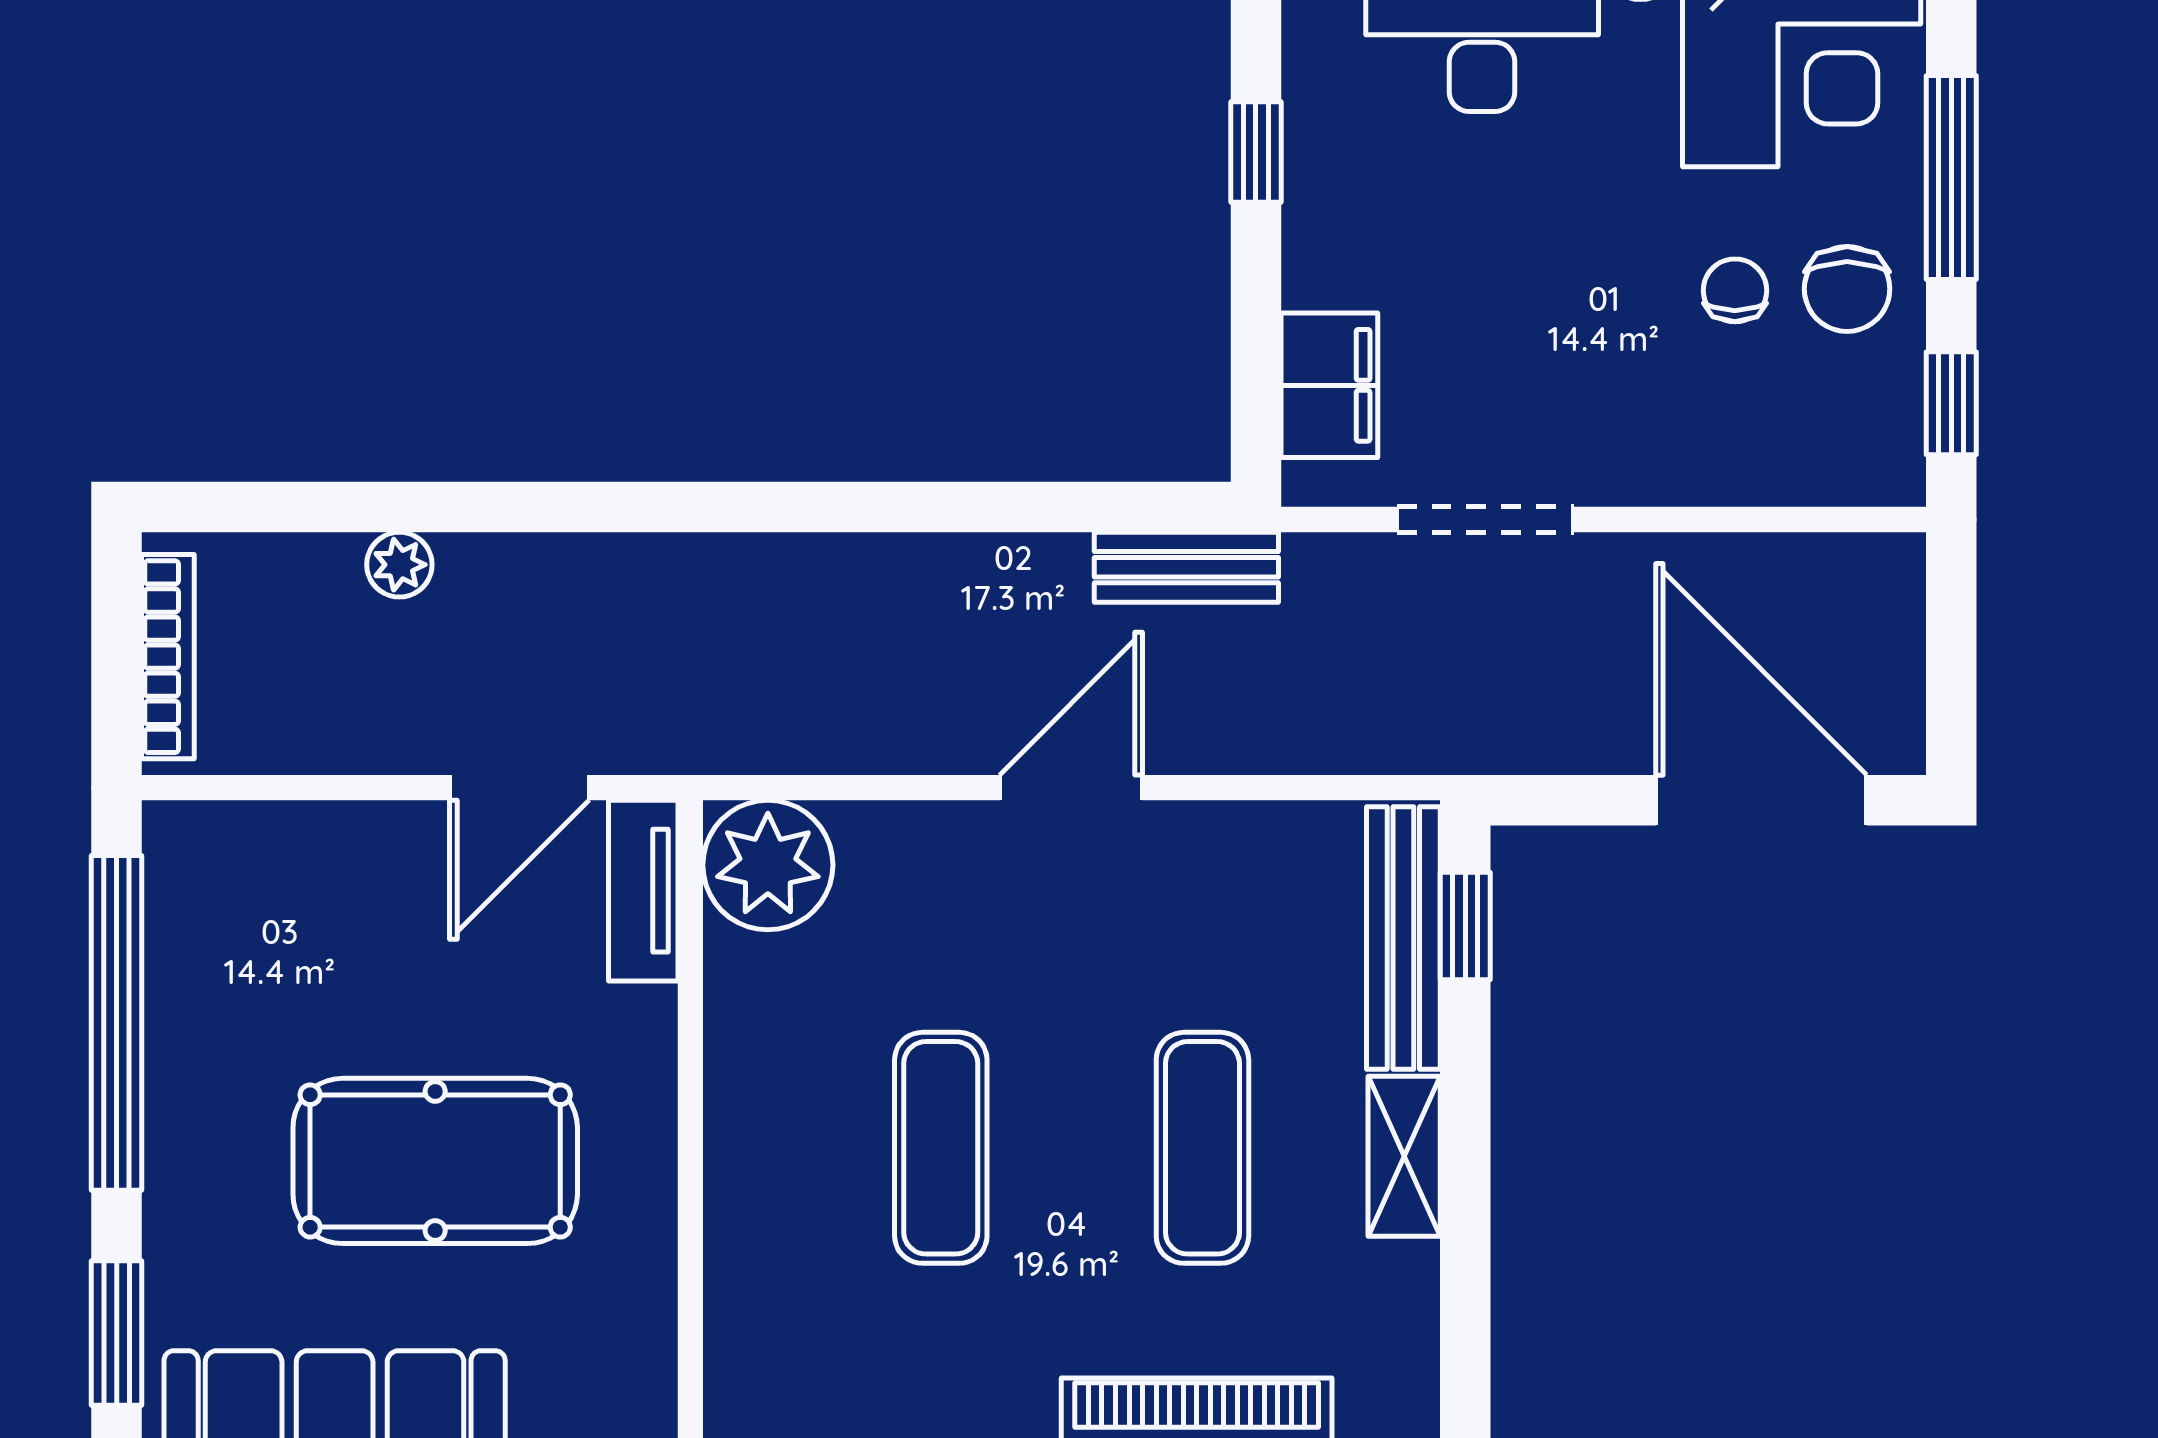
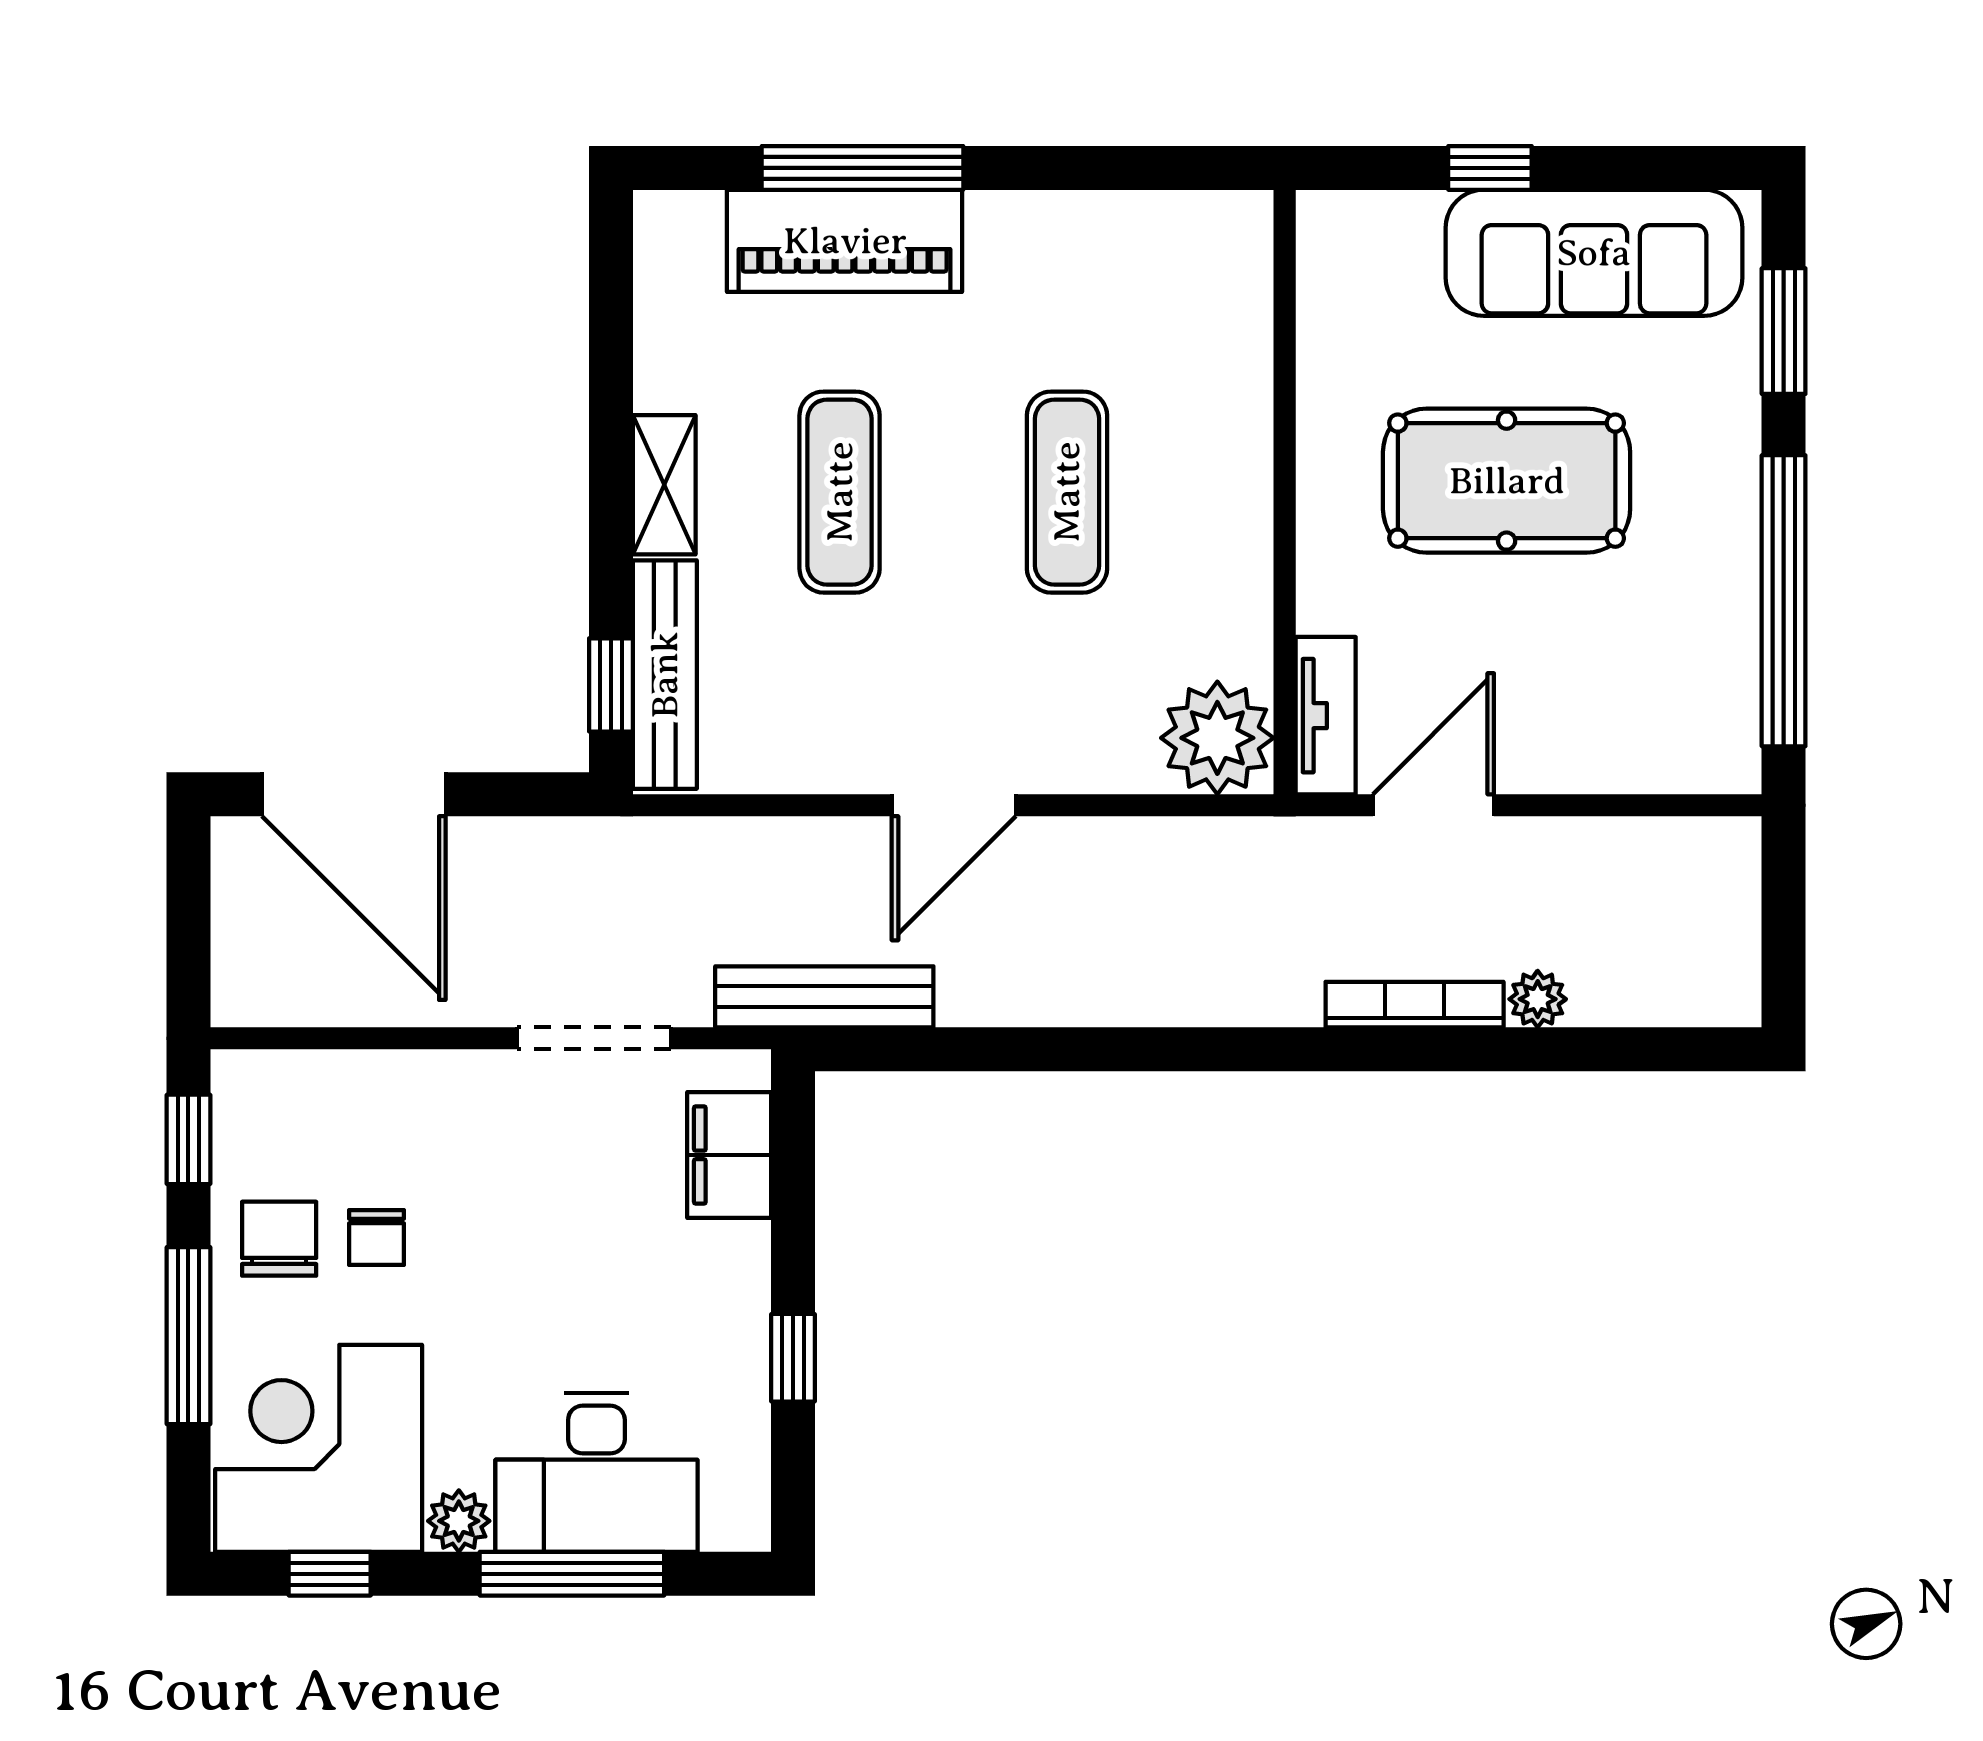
bench: (1186, 567) -> (824, 997), width x1.36
bookcase: (168, 657) -> (1415, 1005), moved, turned 90

